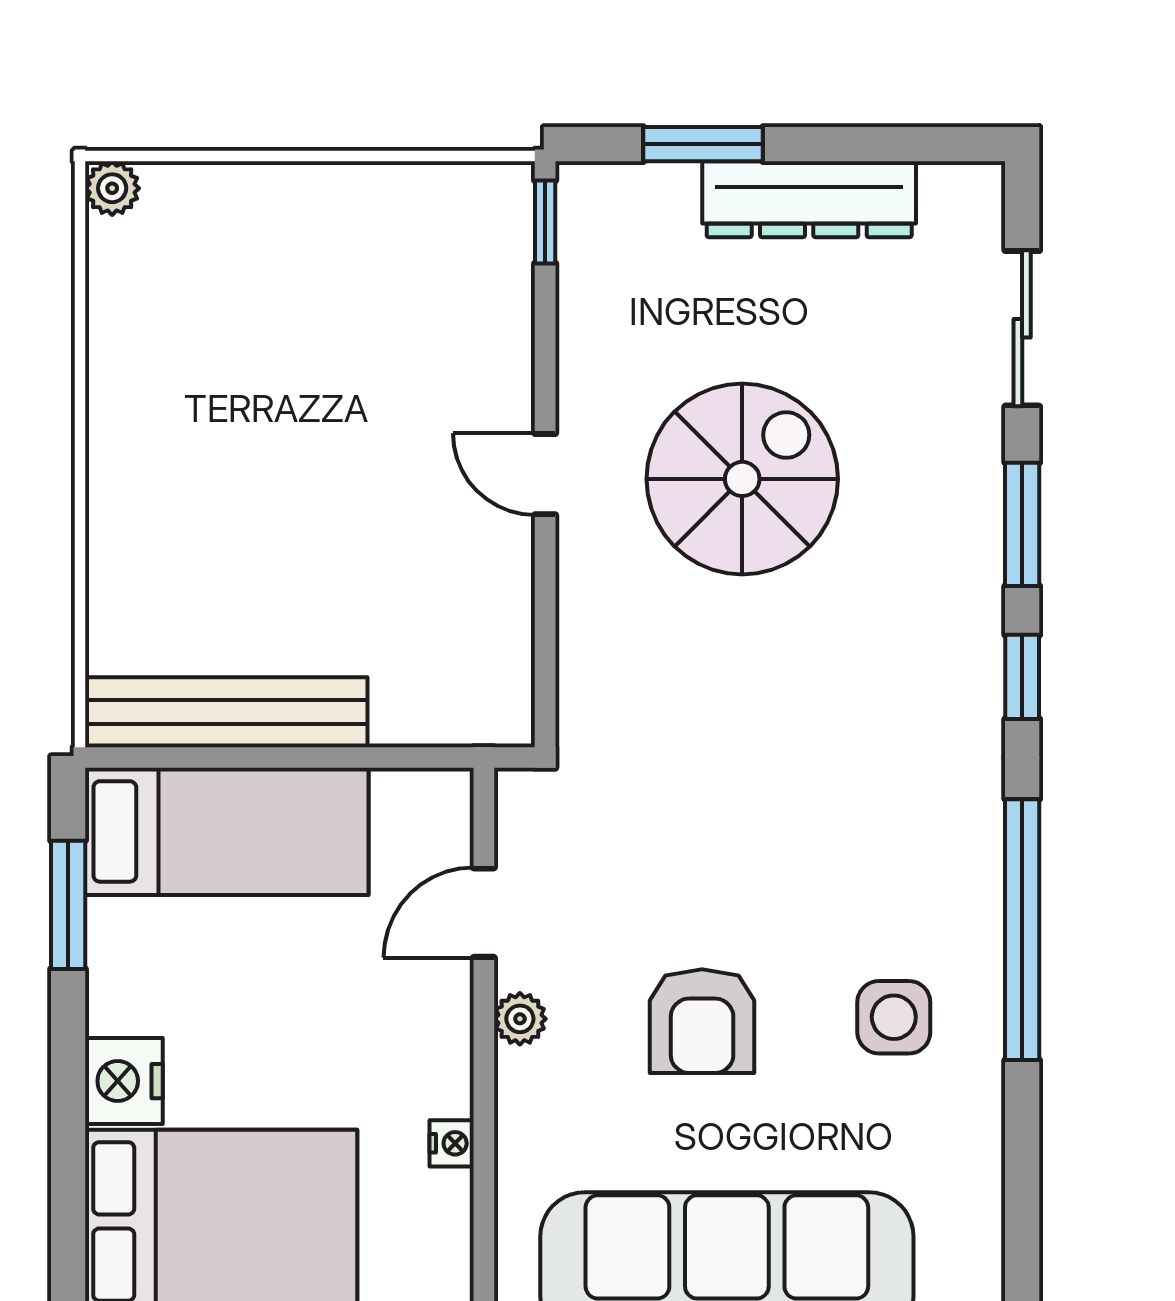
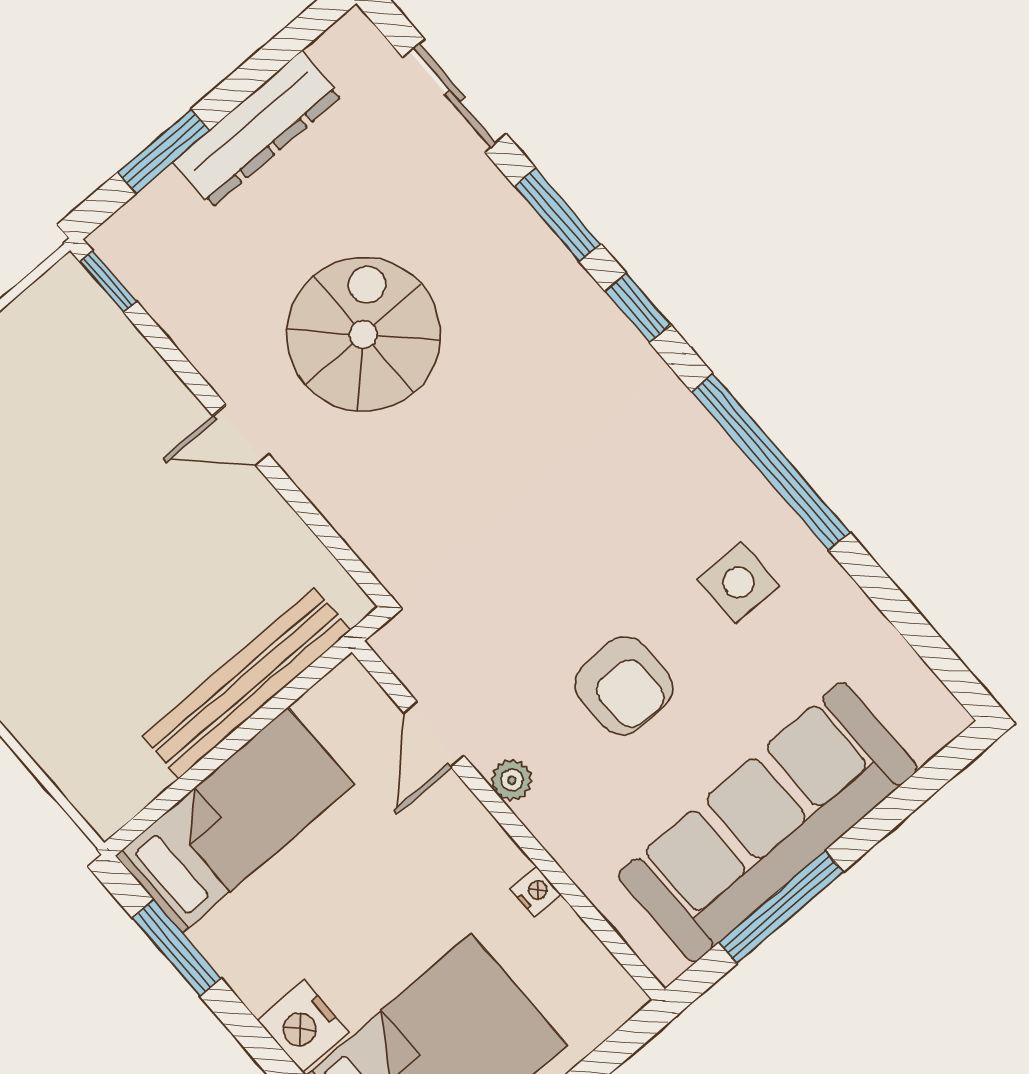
bench: (226, 712) -> (246, 683), moved

